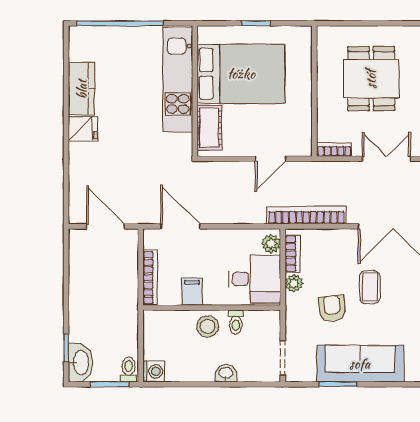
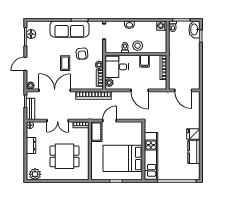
dining table: (371, 79) -> (64, 156), turned 90
cot: (209, 128) -> (96, 132), moved
door: (180, 226) -> (140, 90), moved

